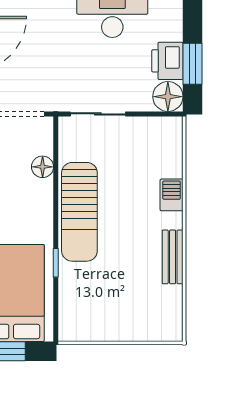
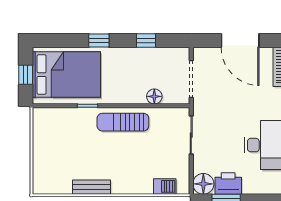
barbecue: (172, 195) -> (165, 186), moved
sun lounger: (79, 212) -> (123, 122), width x0.73, depth x0.75

